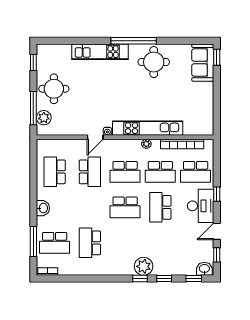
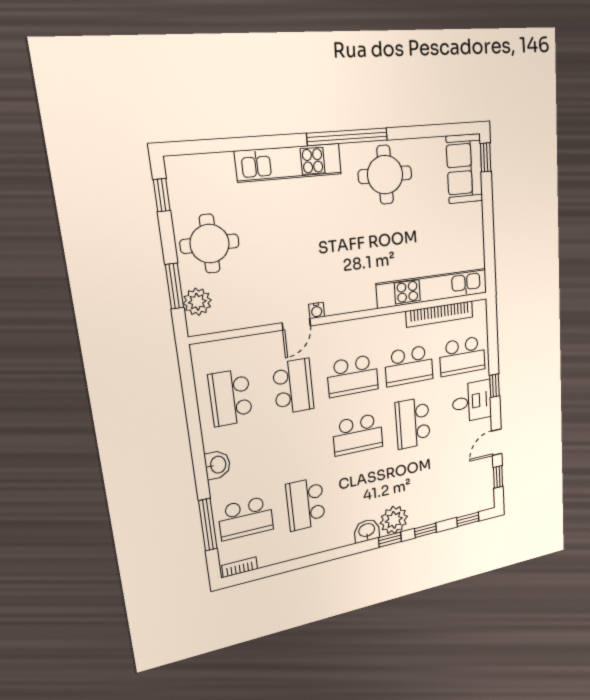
window: (33, 108) -> (174, 286), width x0.69
kitchen unit: (148, 128) -> (433, 288), moved
plant: (146, 144) -> (384, 322), removed
desk: (201, 206) -> (472, 401), width x0.73
washbasin: (204, 269) -> (367, 531), moved

